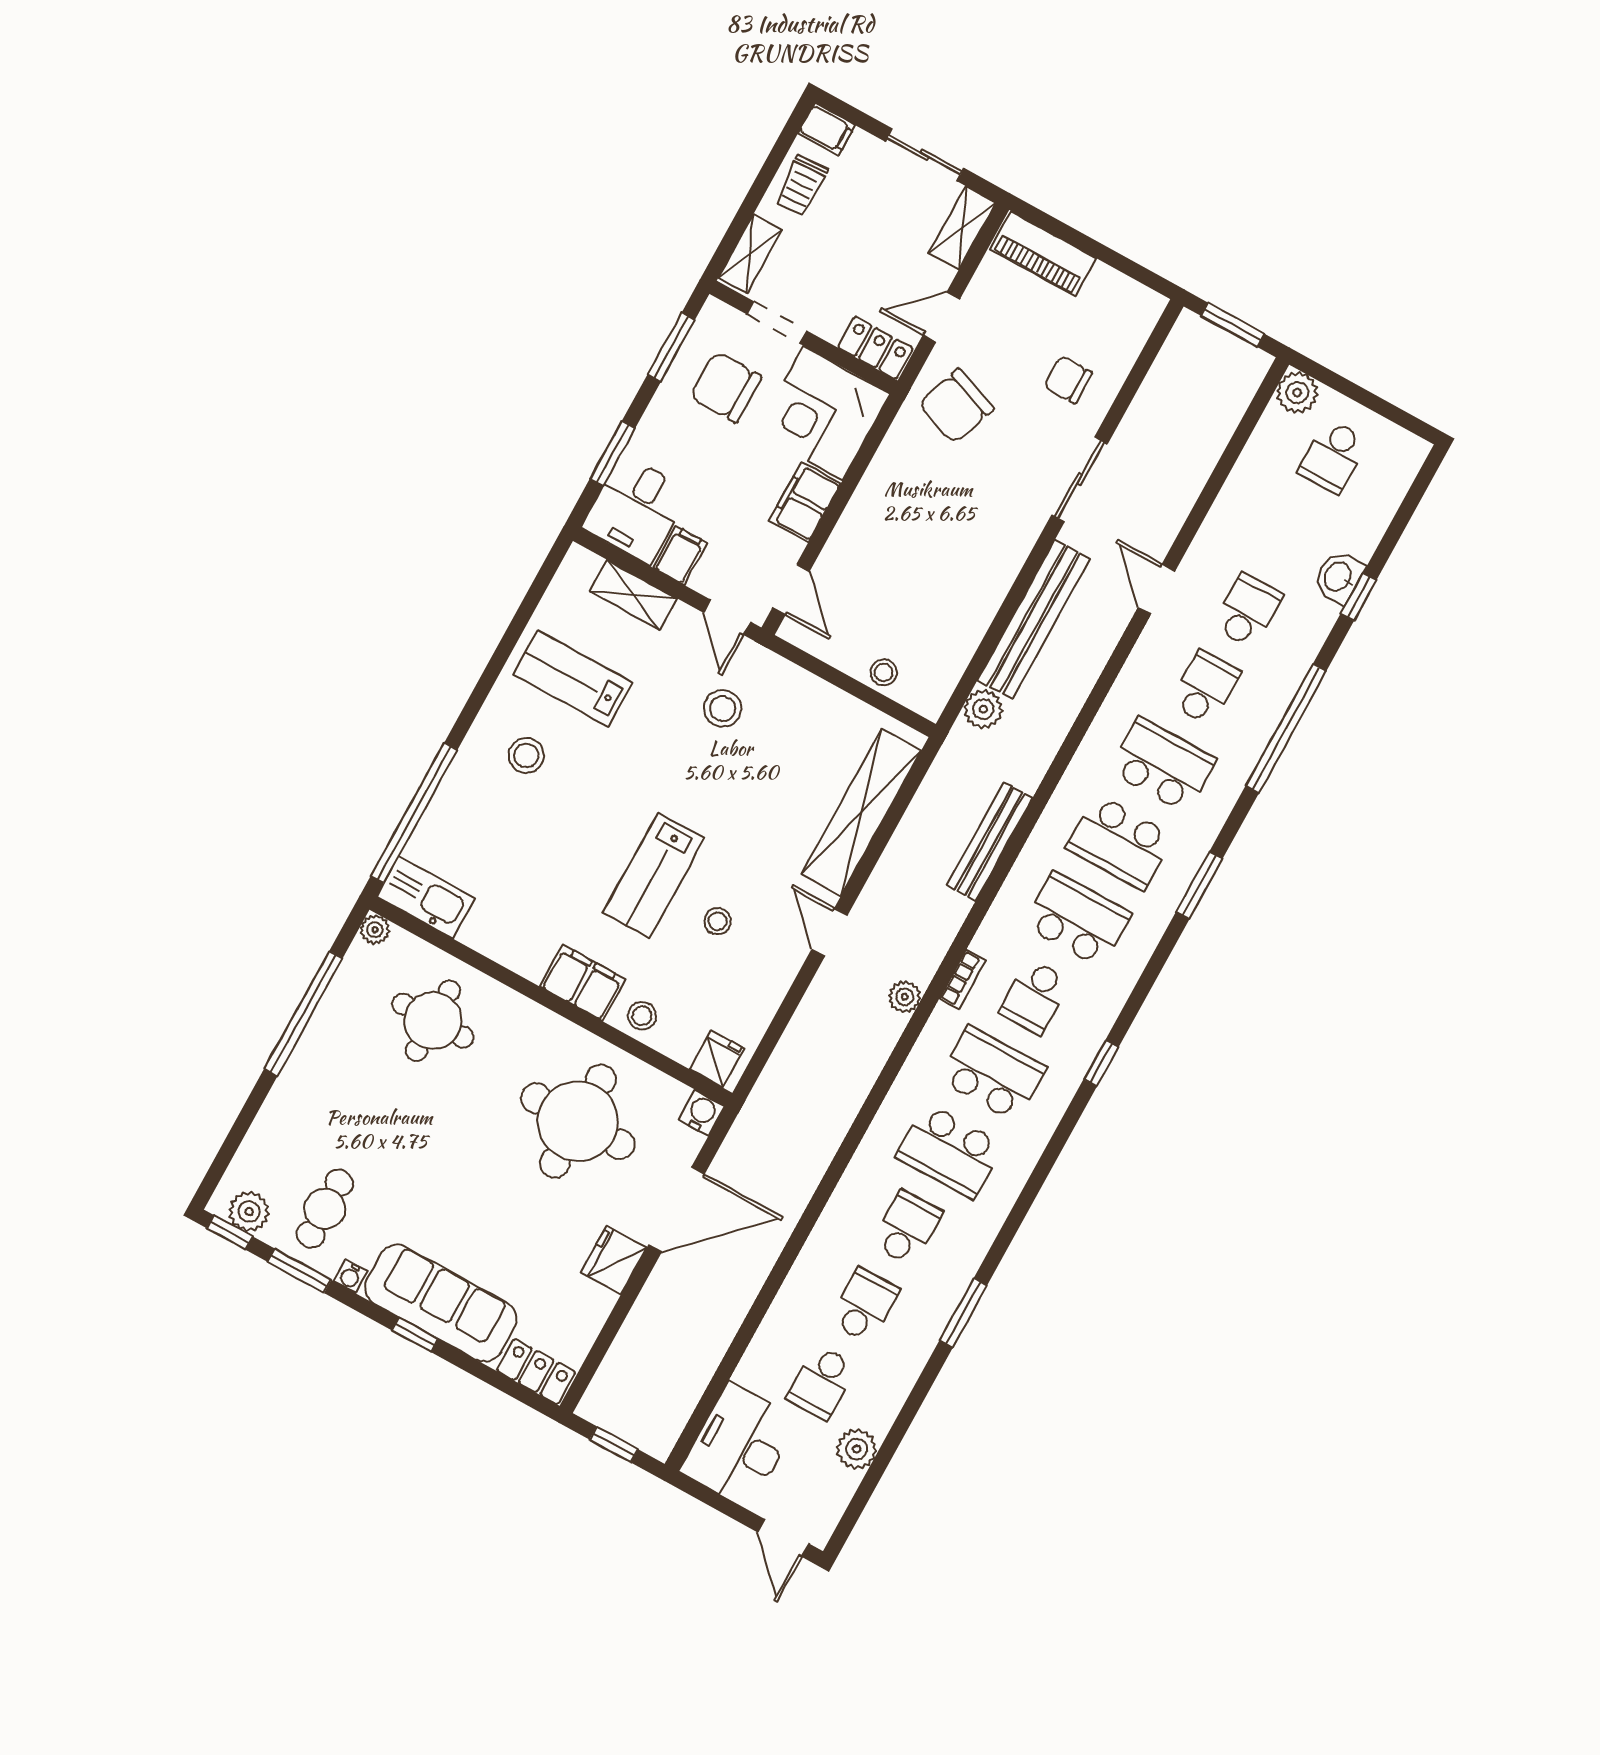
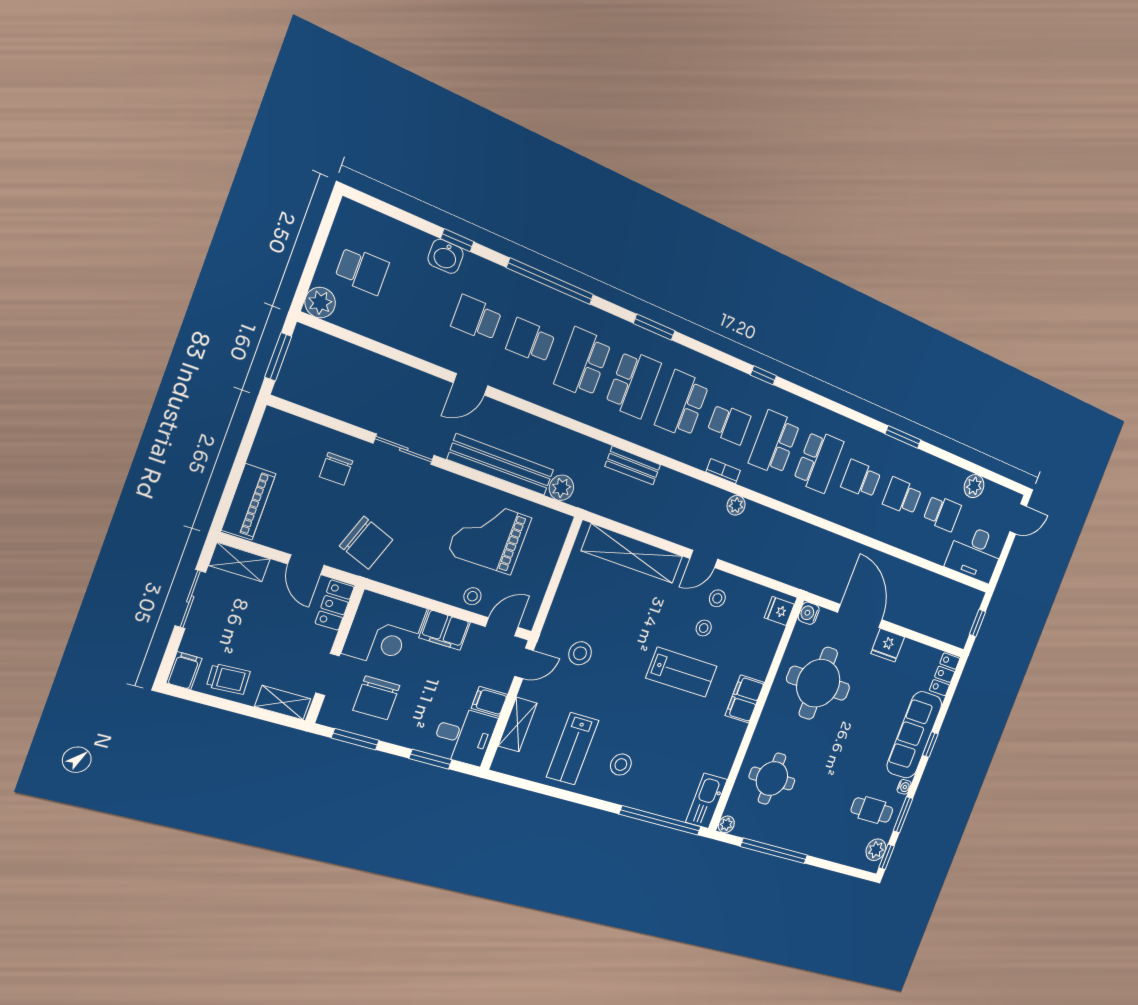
grand piano: (932, 589) -> (489, 536), added
stool: (884, 672) -> (472, 596), moved
bench: (990, 842) -> (633, 465), width x0.73
stool: (642, 1016) -> (717, 598), moved

